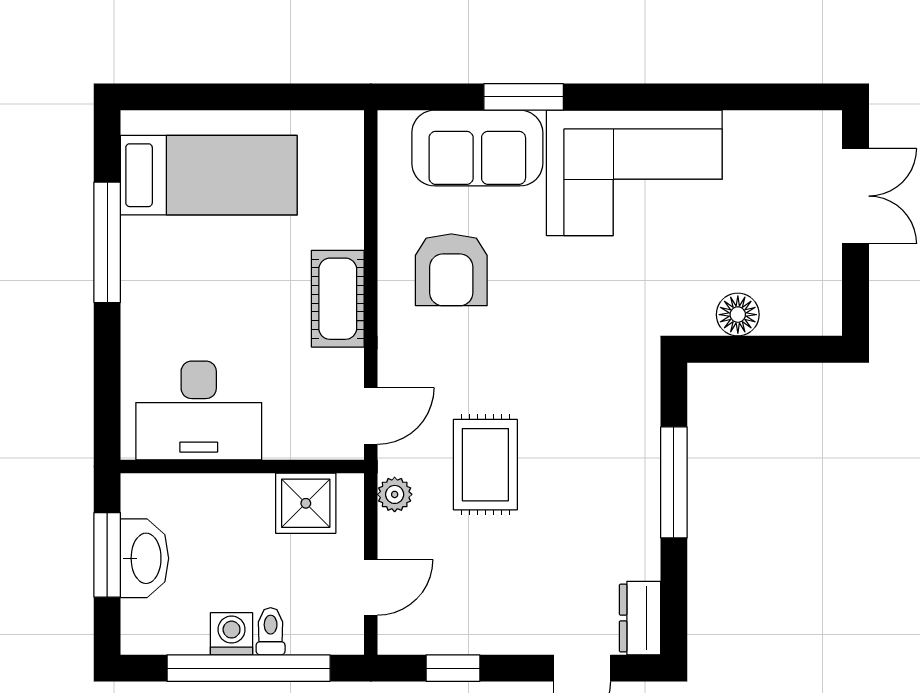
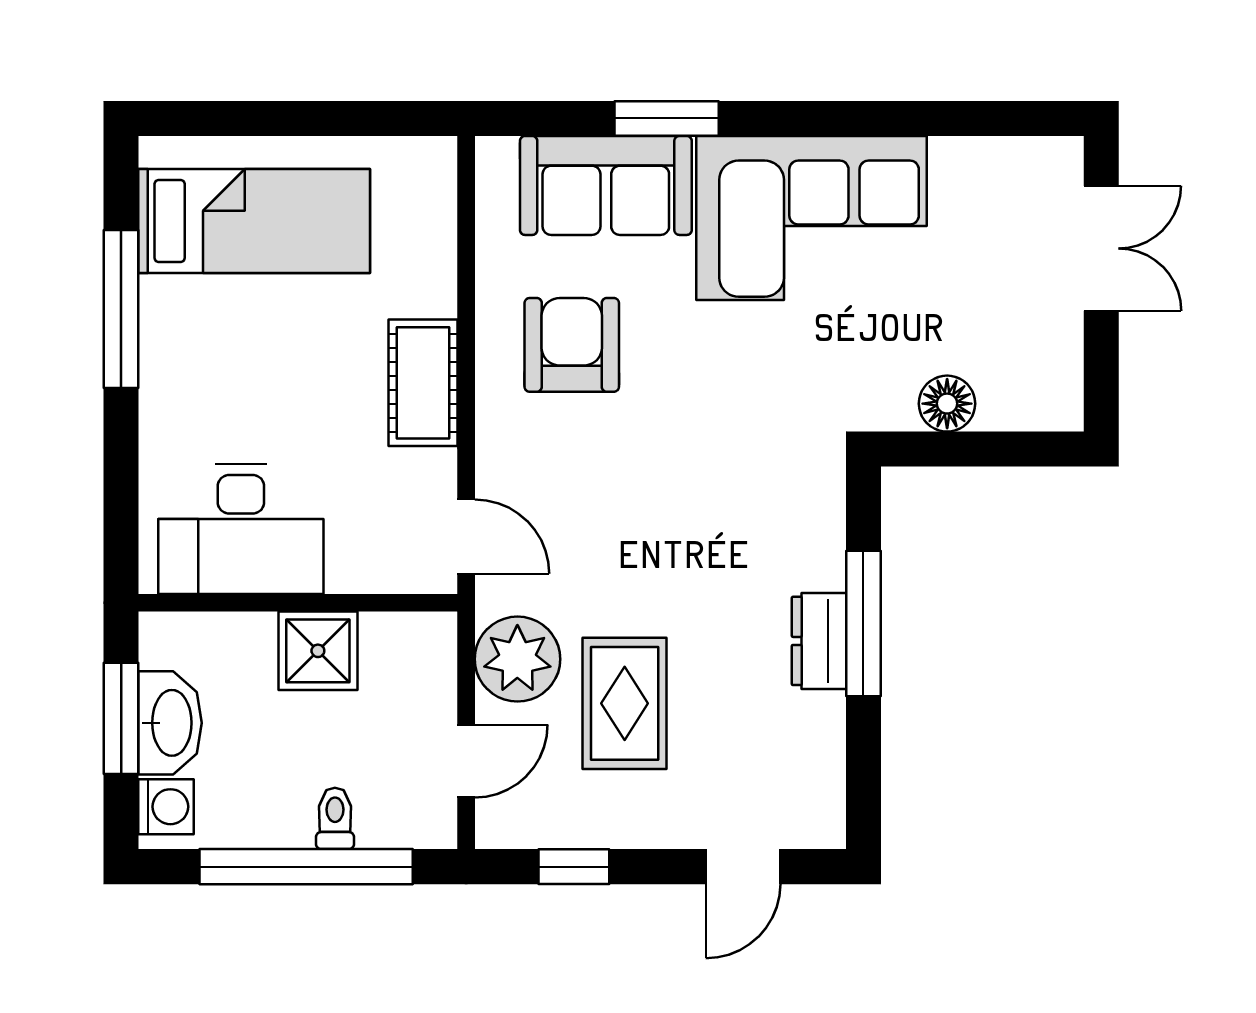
armchair: (451, 270) -> (572, 345), turned 180
door: (371, 416) -> (466, 537), hinge flipped
rug: (485, 465) -> (625, 703), moved
plant: (395, 494) -> (517, 659), width x1.88, depth x1.88
shower: (306, 503) -> (318, 651), moved
dresser: (640, 618) -> (819, 641), moved
washing machine: (232, 634) -> (166, 807), moved, turned 90

